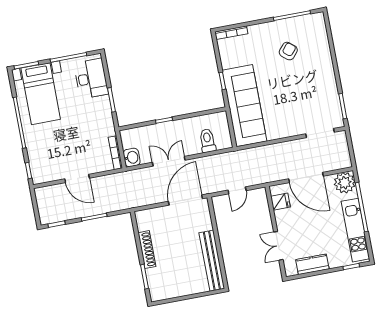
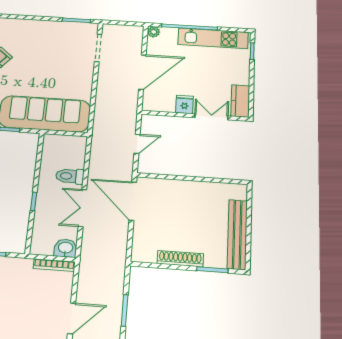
toilet: (207, 141) -> (70, 176), moved
plant: (345, 183) -> (154, 32), width x0.53, depth x0.53
door: (237, 190) -> (137, 144), hinge flipped
fridge: (280, 202) -> (185, 104), moved
double door: (278, 246) -> (211, 117), swing flipped
bench: (212, 261) -> (237, 234), moved, turned 90
kitchen counter: (312, 264) -> (240, 101), moved

